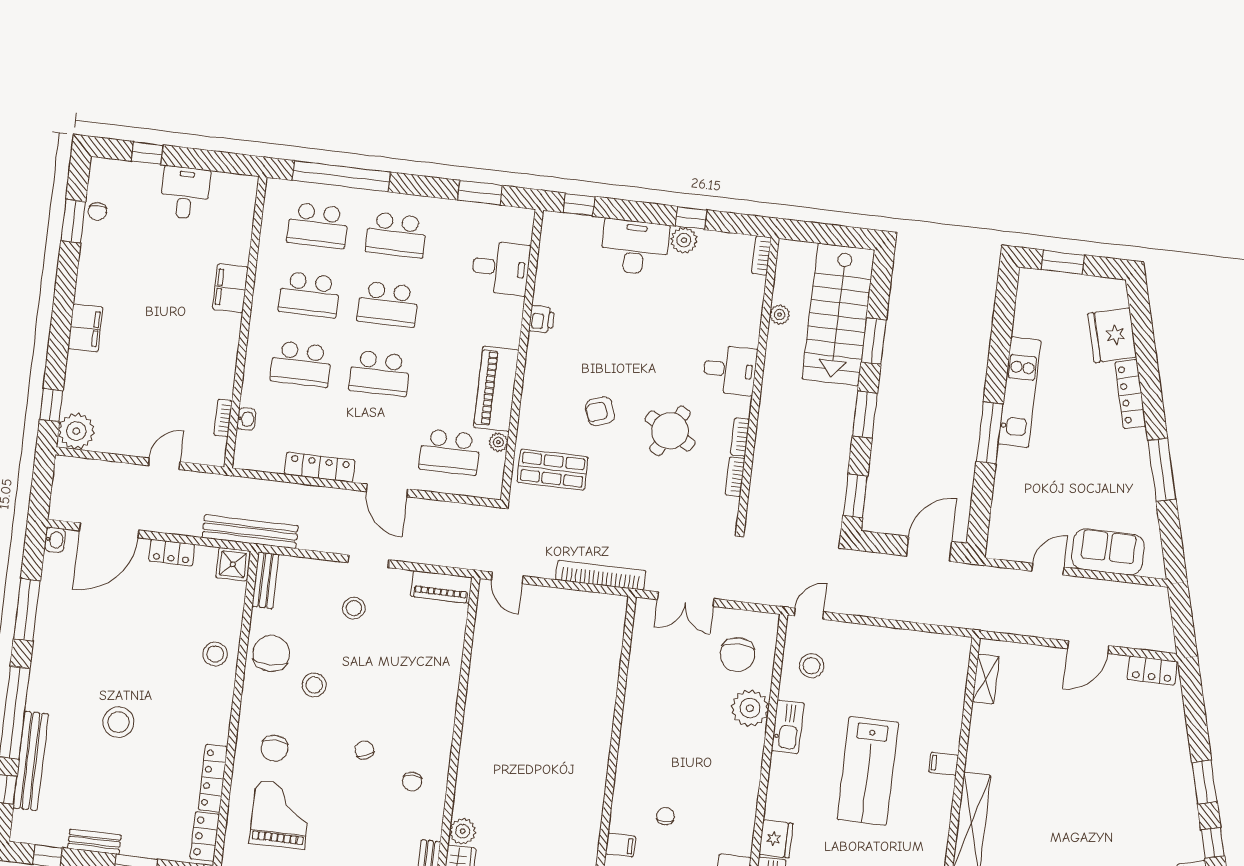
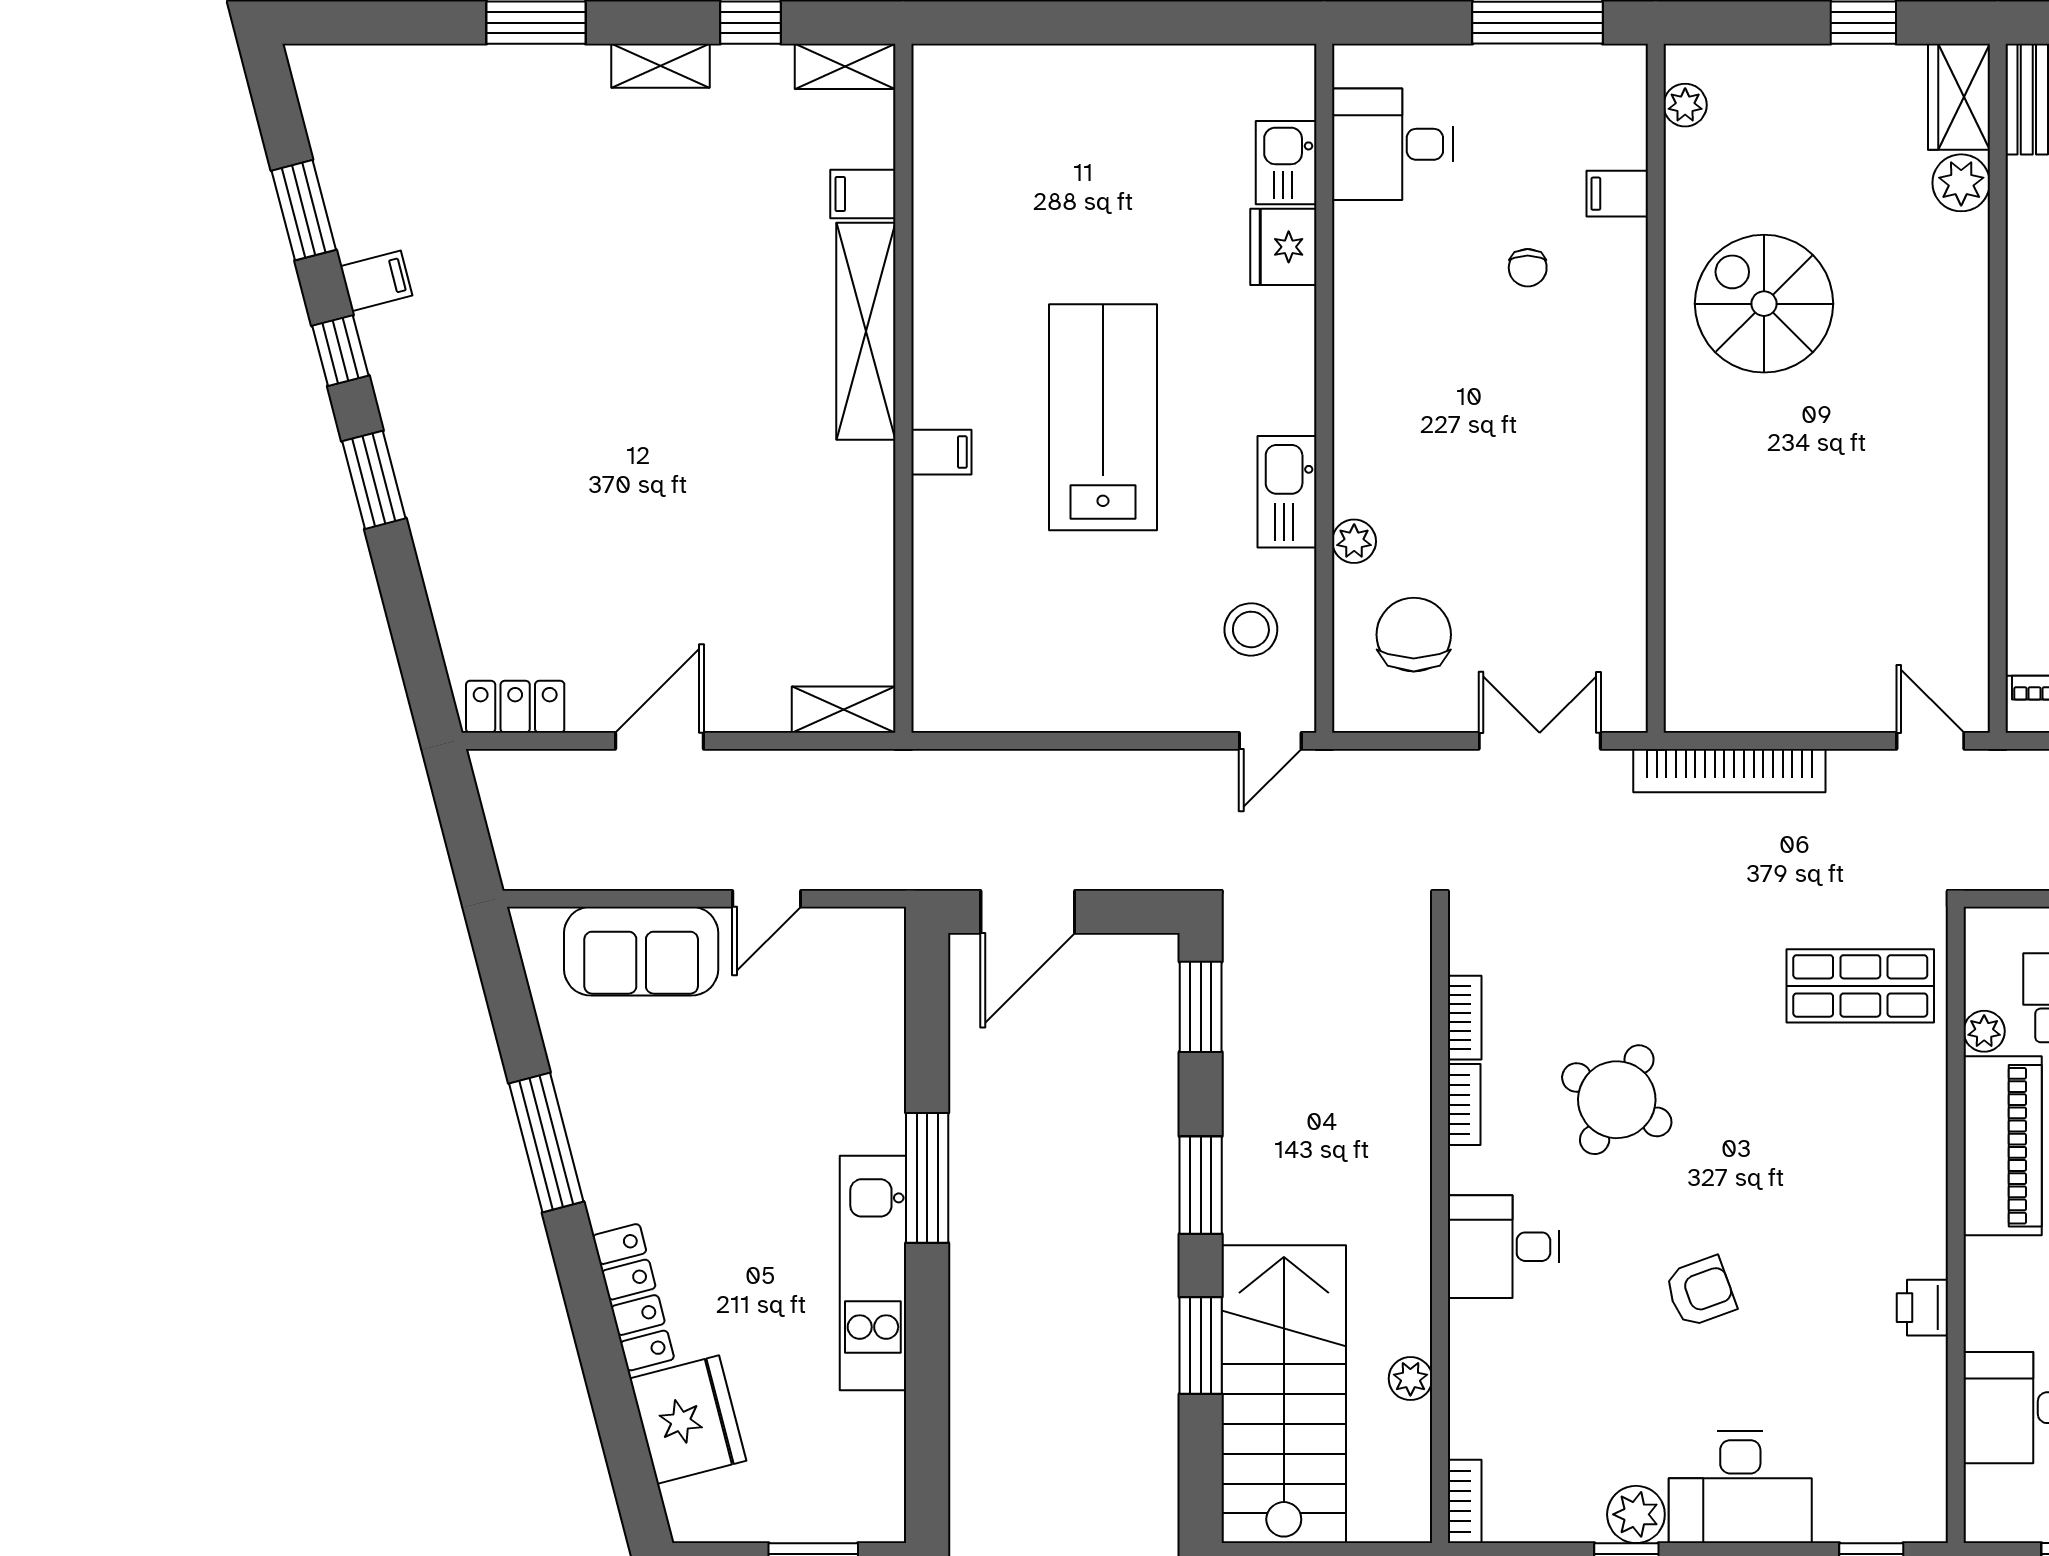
armchair: (600, 411) -> (1700, 1292), moved
shelving: (986, 679) -> (844, 710), moved, turned 90
plant: (750, 708) -> (1354, 541), width x0.53, depth x0.53
spiral stairs: (559, 787) -> (1764, 304), added

